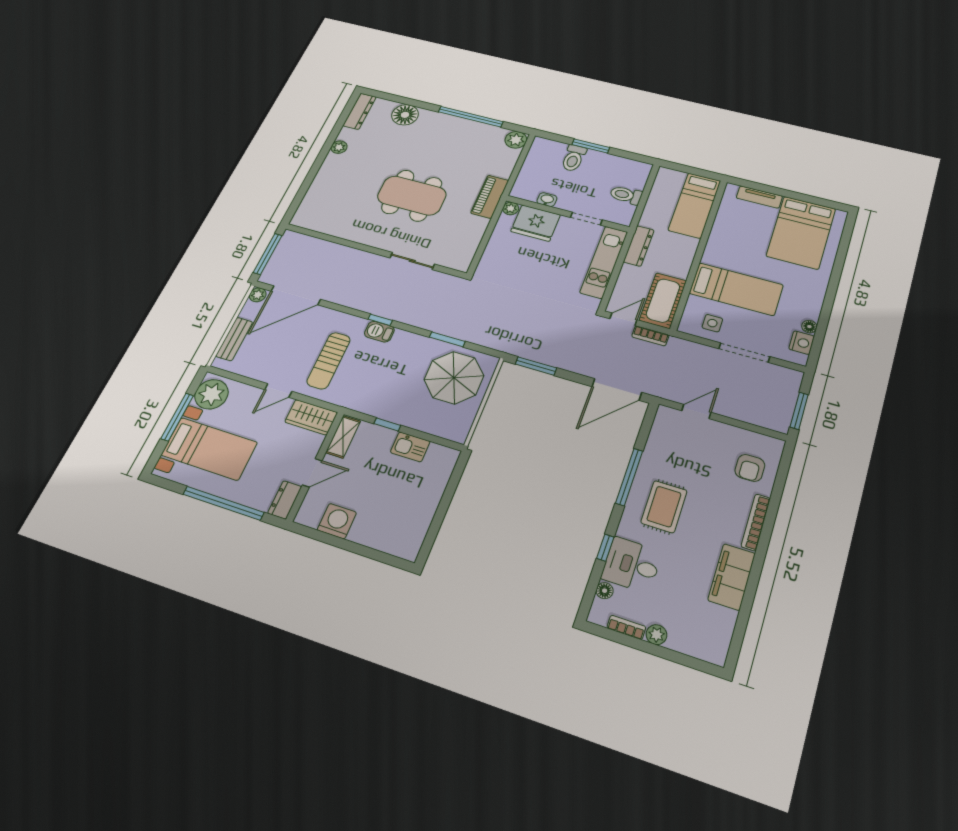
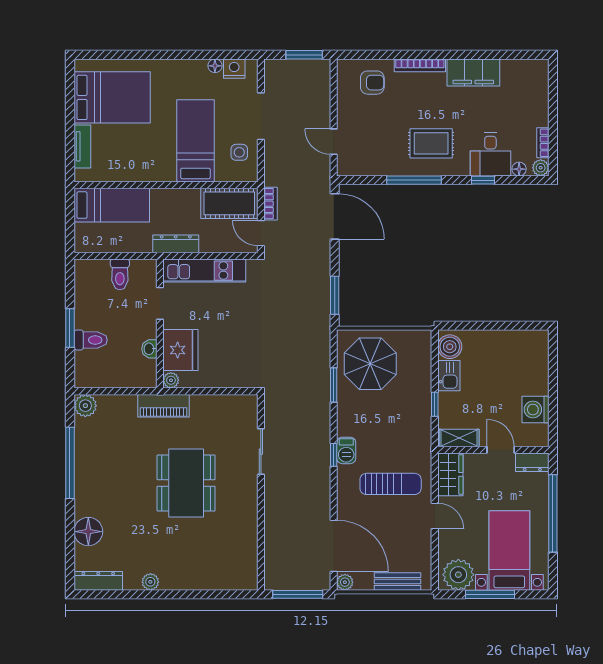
boiler: (439, 457) -> (450, 347), added
plant: (656, 635) -> (541, 168), moved

